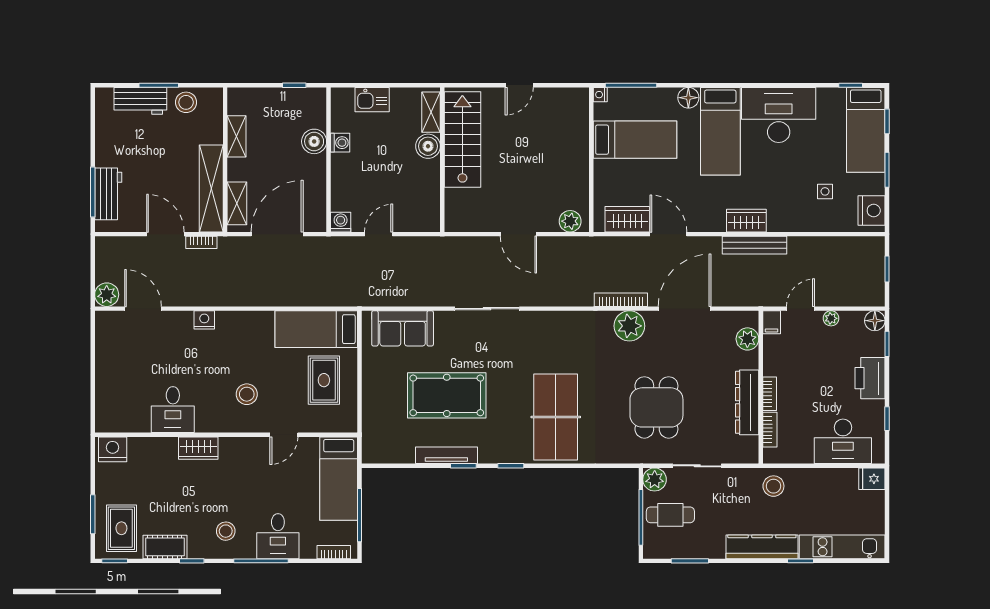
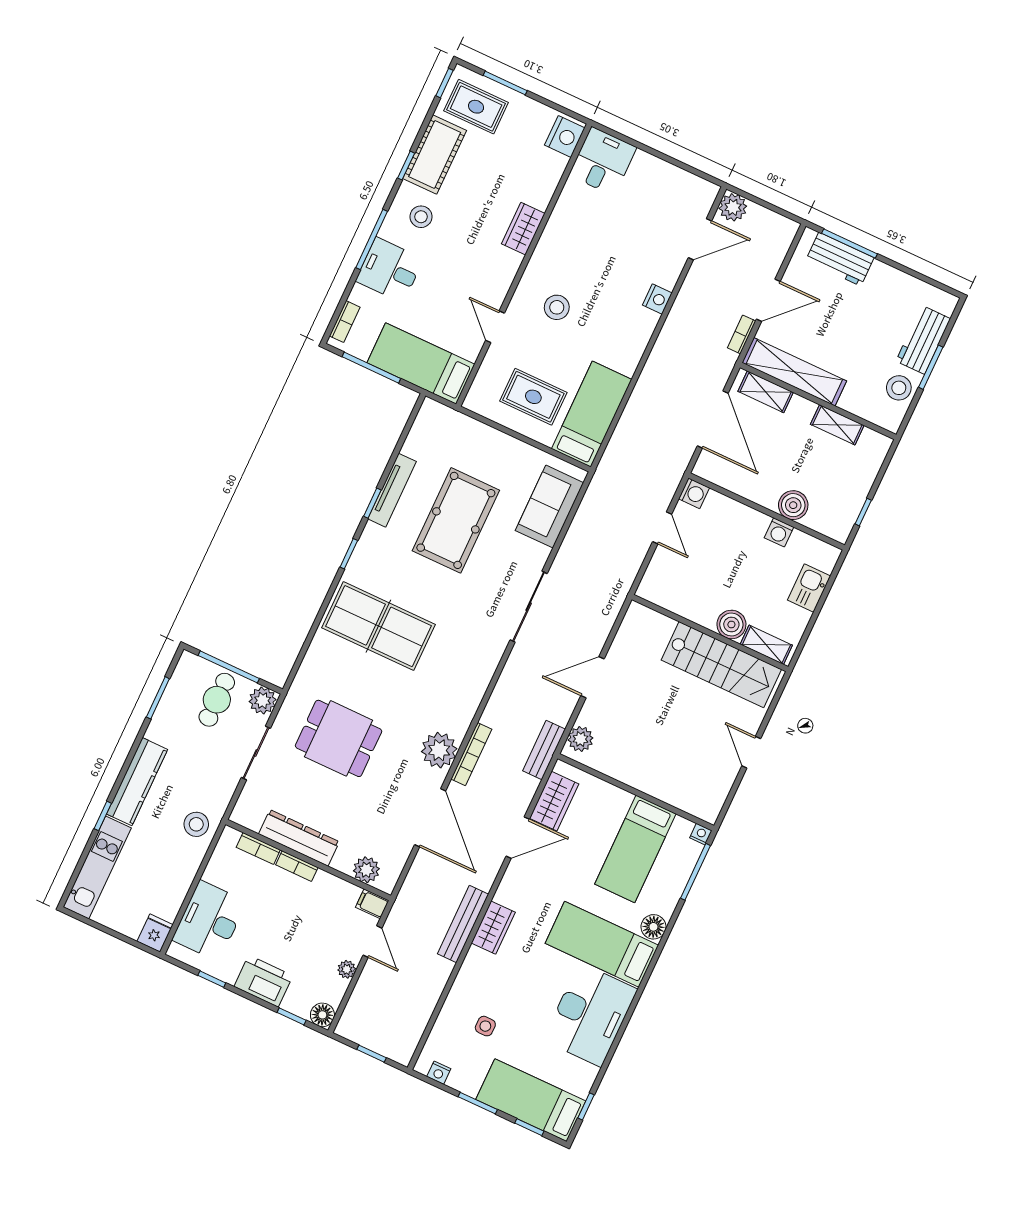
nightstand: (872, 211) -> (439, 1073), width x0.53, depth x0.56
bench: (592, 245) -> (544, 750), added
desk: (173, 410) -> (603, 161), moved, turned 90
cot: (165, 547) -> (435, 155), width x1.37, depth x1.34

